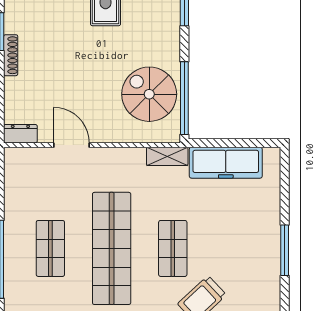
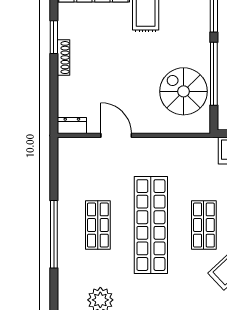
window: (184, 98) -> (214, 74), moved
shelving: (167, 156) -> (199, 145), removed

